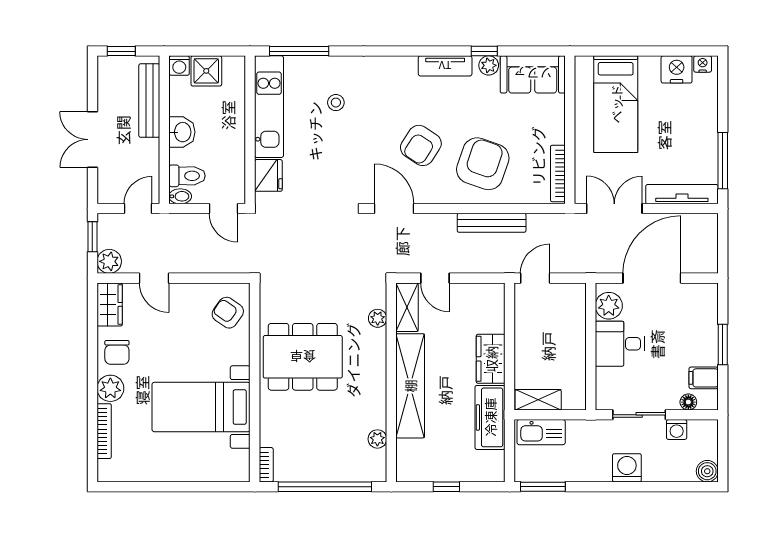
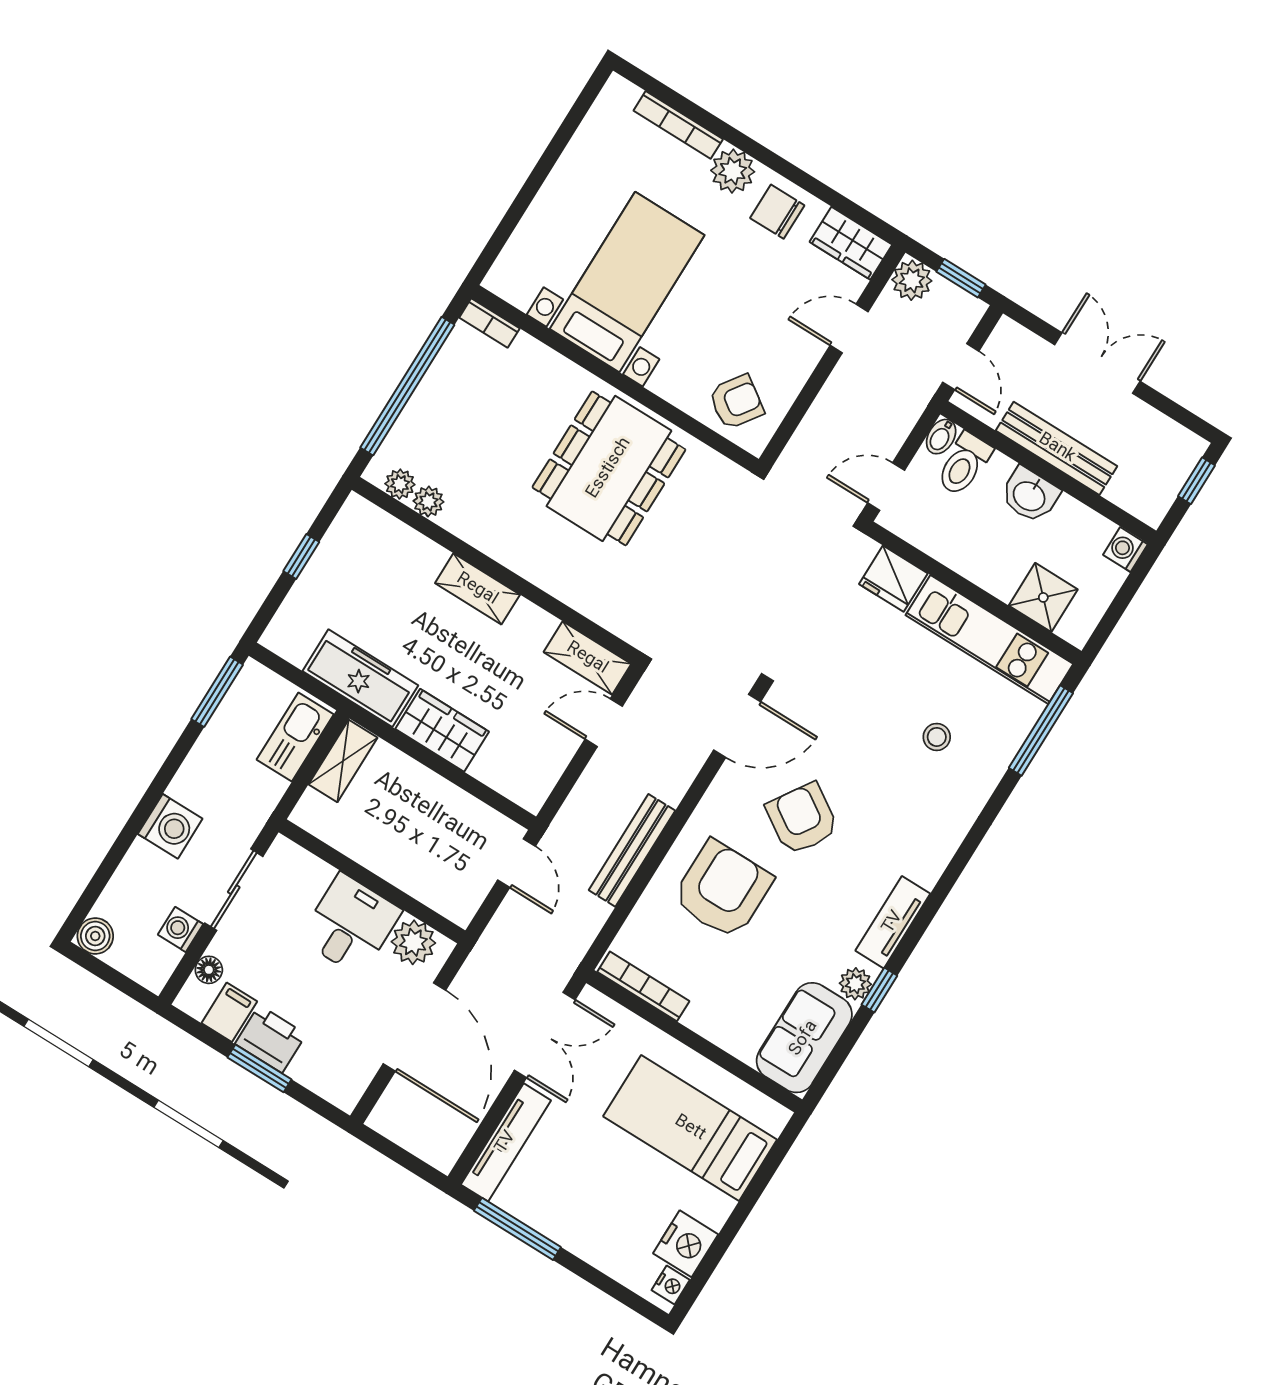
shower: (206, 71) -> (1043, 597), moved
bench: (149, 101) -> (1057, 448), moved
armchair: (483, 164) -> (723, 890), turned -109
plant: (378, 318) -> (400, 484), moved
printer: (704, 348) -> (270, 1039), added
shelving: (410, 386) -> (477, 589), width x0.45, depth x0.75

